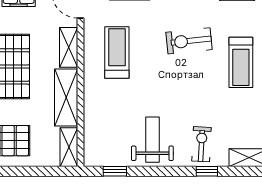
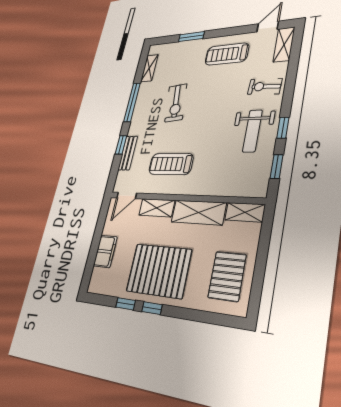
treadmill: (241, 62) -> (227, 54), moved, turned 180
weight bench: (152, 140) -> (252, 131), turned -90
window: (207, 171) -> (283, 128), moved

